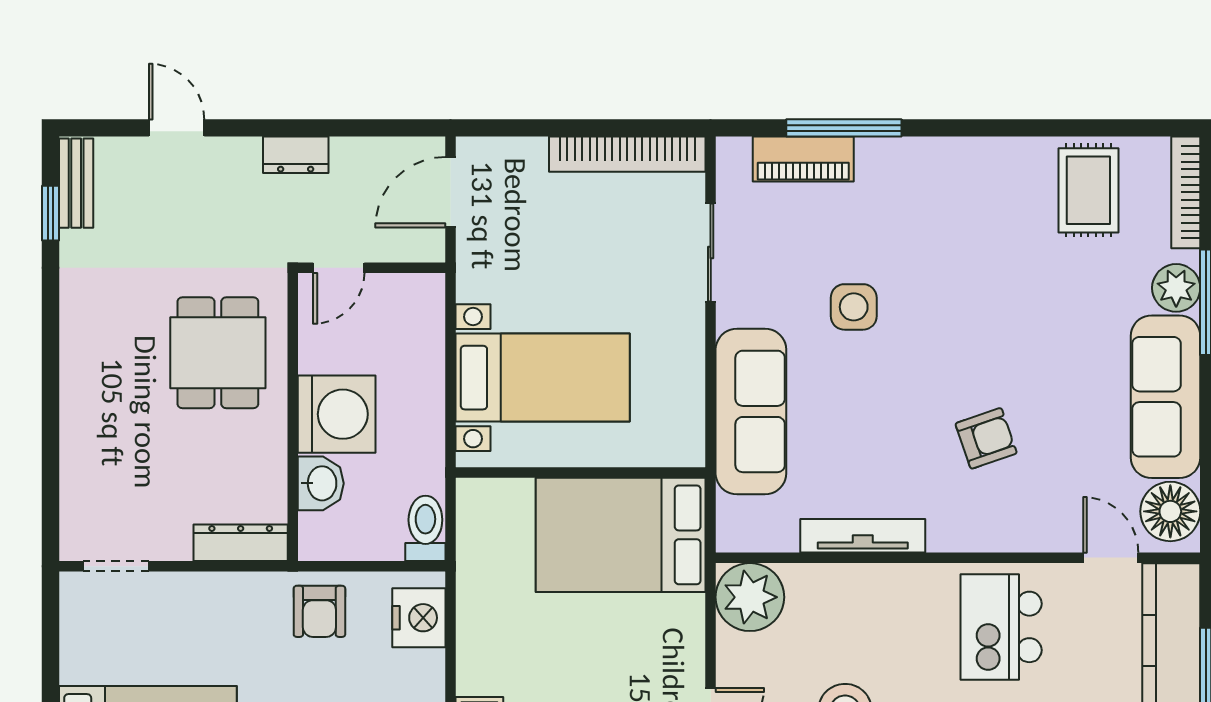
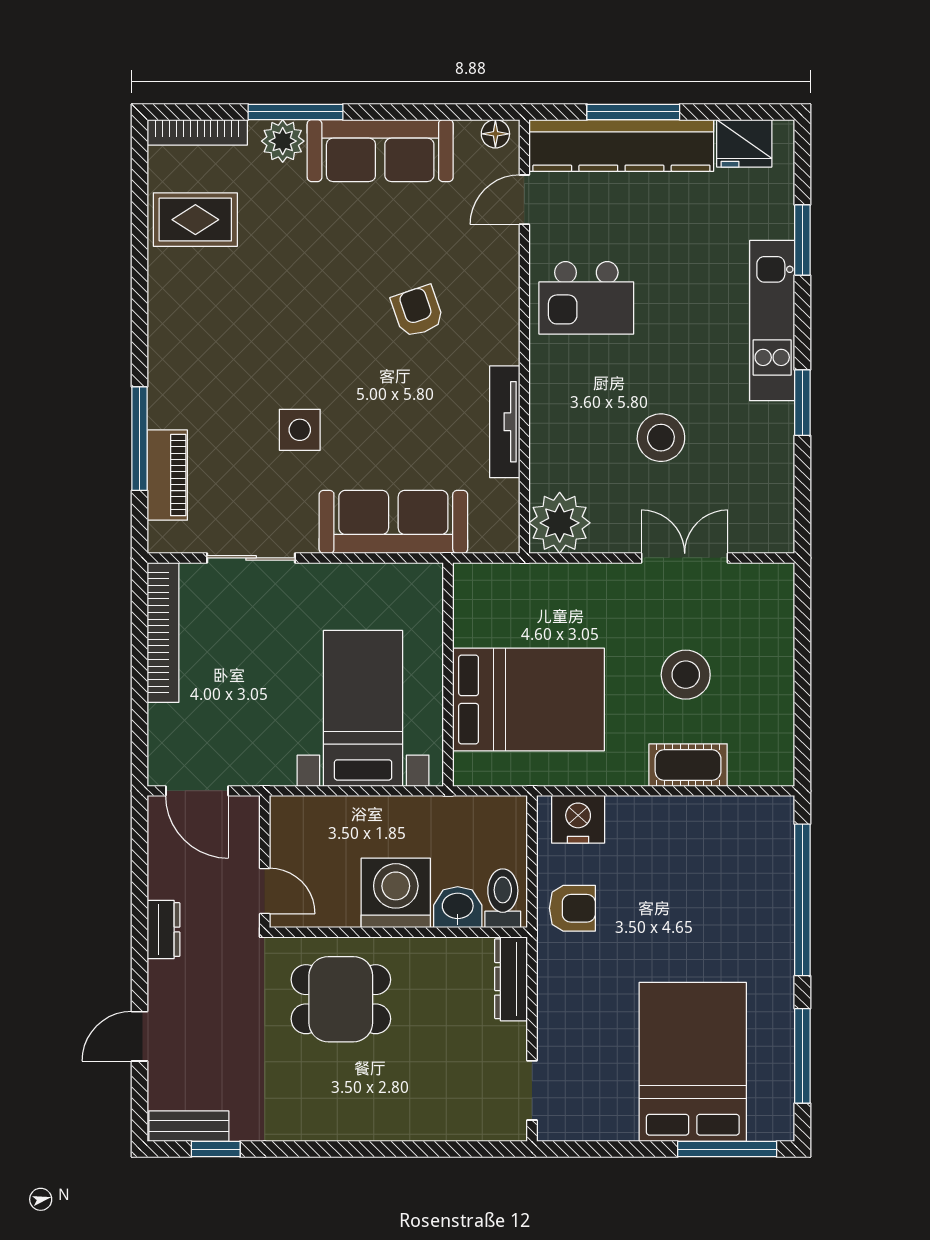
floor lamp: (1170, 511) -> (495, 134), width x0.53, depth x0.53
toilet: (425, 528) -> (503, 898), moved, turned 90
bed: (621, 535) -> (529, 700), moved, turned -90

